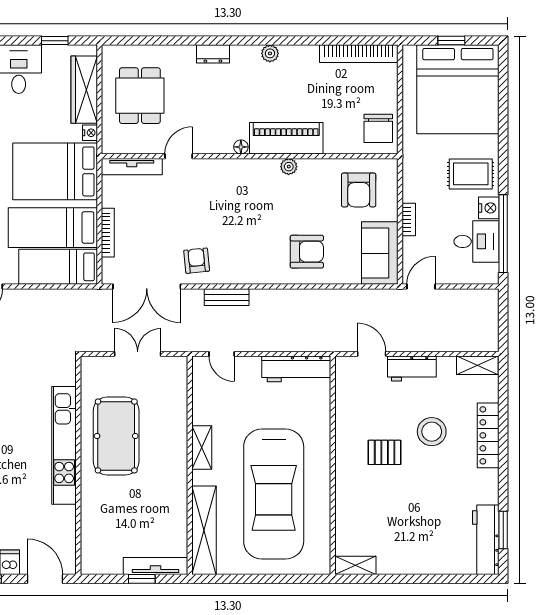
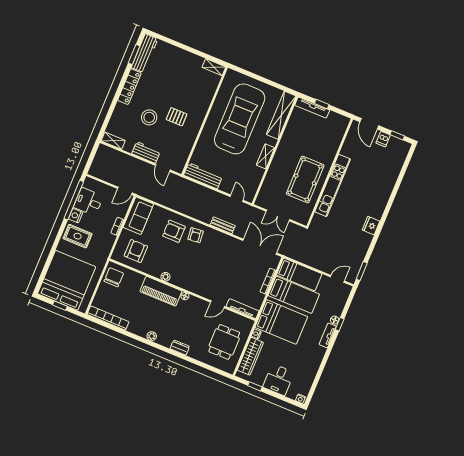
armchair: (197, 261) -> (195, 235), moved
locker: (488, 435) -> (129, 87), moved

